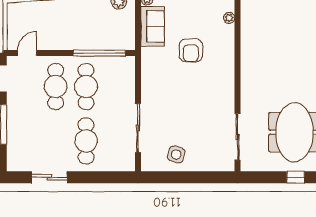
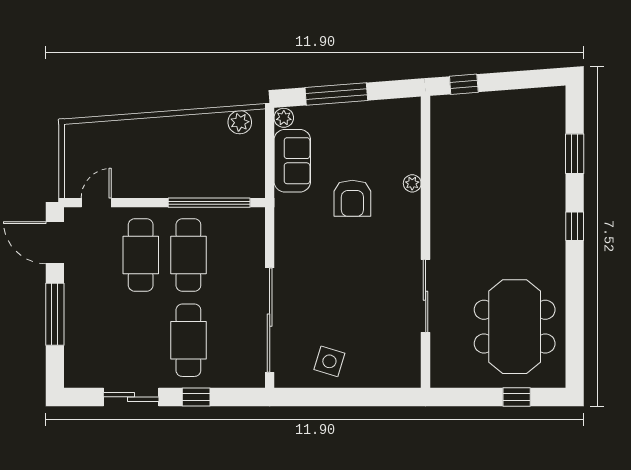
plant: (229, 18) -> (412, 183), moved
sliding door: (138, 128) -> (270, 320), width x1.36
sliding door: (238, 137) -> (426, 296), moved
window: (91, 177) -> (196, 397), added

